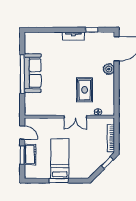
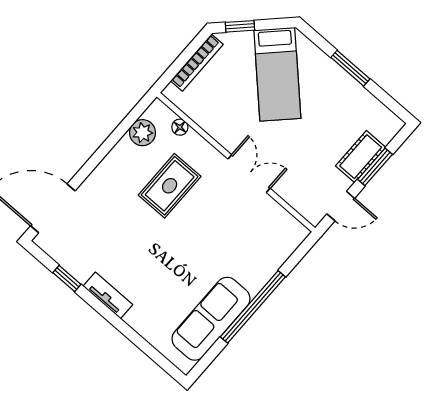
plant: (109, 69) -> (143, 133), moved
sofa: (33, 73) -> (211, 319), moved
double door: (75, 117) -> (249, 174), moved
door: (22, 132) -> (341, 206), swing flipped
bed: (60, 159) -> (277, 74), moved, turned -45

